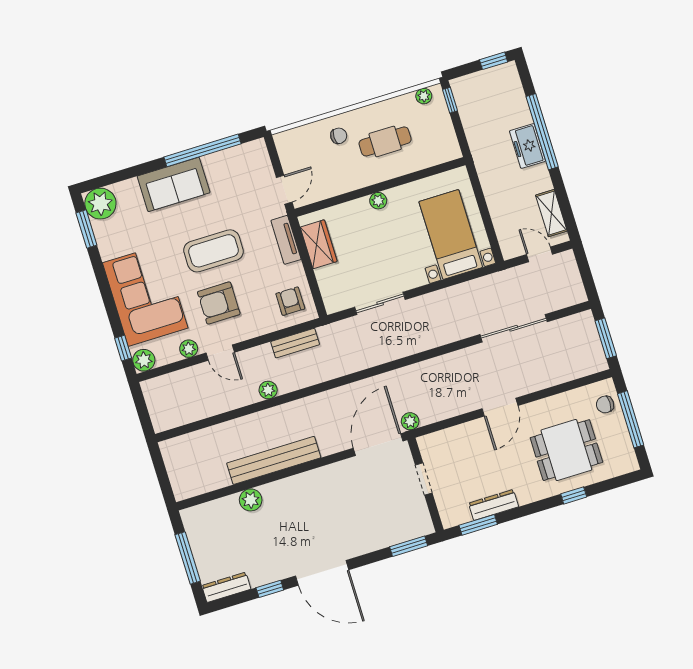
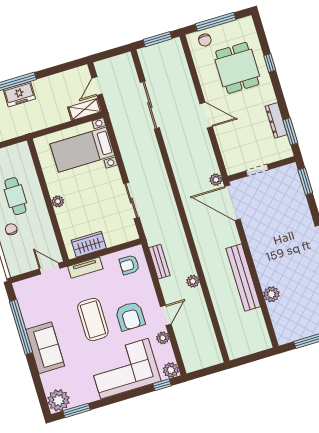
shelving: (551, 213) -> (85, 109), moved

